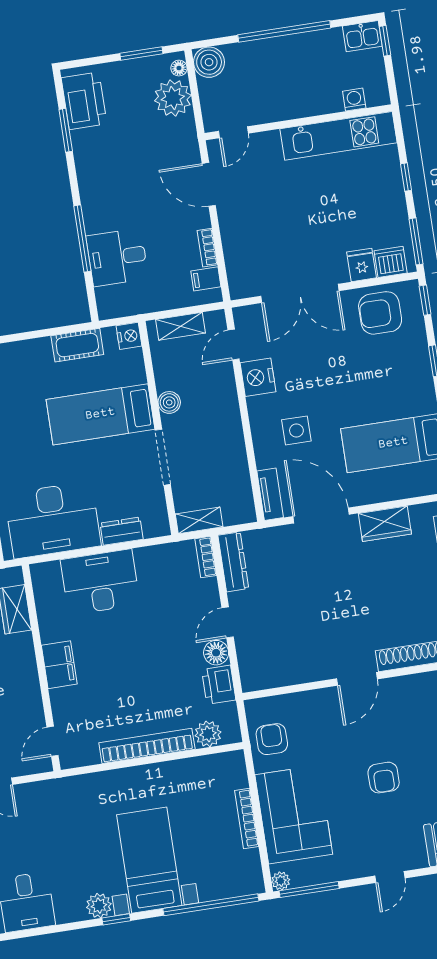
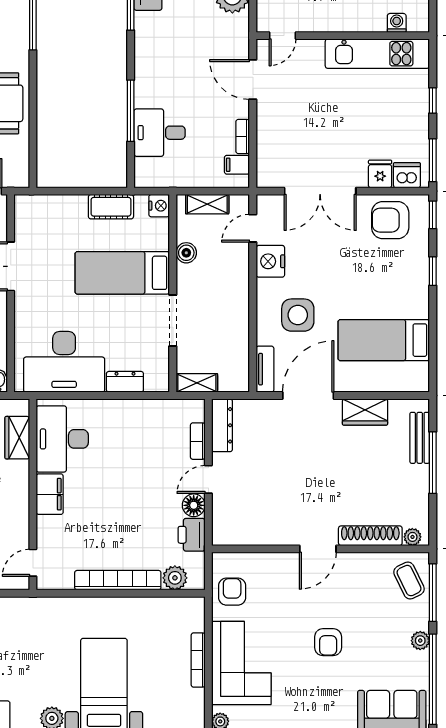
boiler: (169, 402) -> (186, 253), moved
side table: (296, 430) -> (298, 315), width x1.37, depth x1.37
door: (321, 515) -> (308, 396), hinge flipped
bookcase: (206, 557) -> (198, 441), moved
desk: (100, 582) -> (62, 439), moved, turned -90

